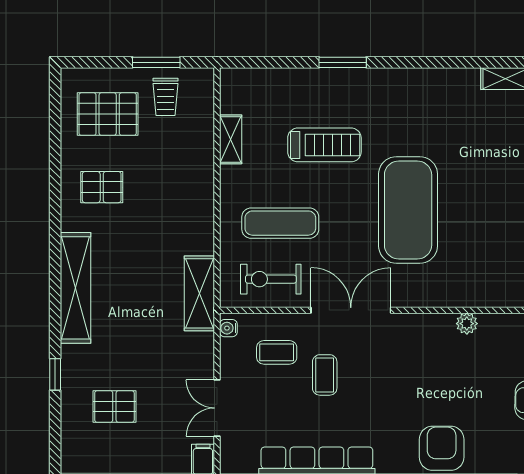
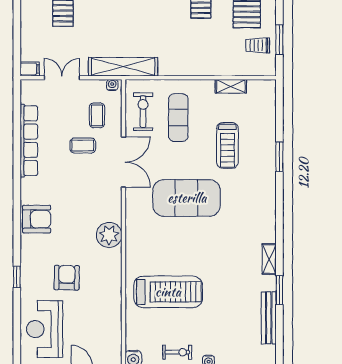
shelving: (199, 293) -> (123, 67), width x1.47
plant: (467, 324) -> (109, 235), width x1.88, depth x1.88

